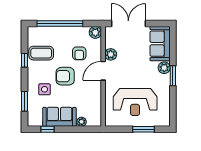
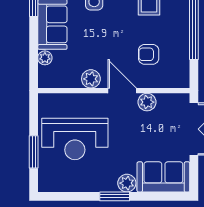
plant: (95, 32) -> (91, 79), moved
armchair: (65, 76) -> (114, 33), removed
reception desk: (135, 102) -> (75, 139), turned -90

